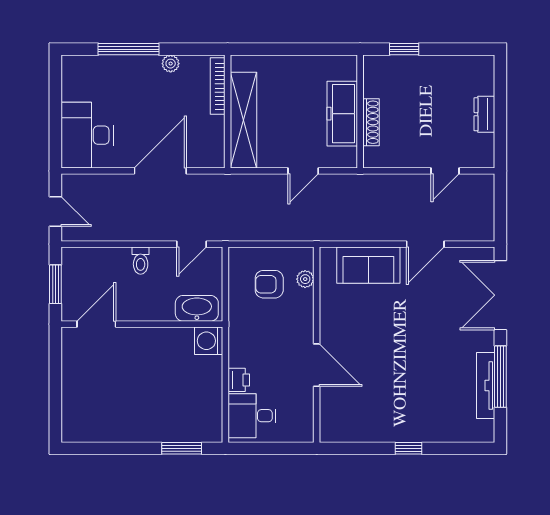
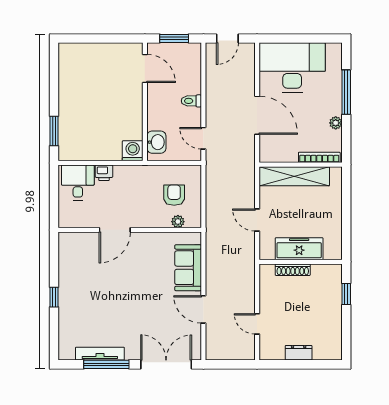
desk: (87, 135) -> (292, 67), width x1.36, depth x1.30
washbasin: (197, 308) -> (156, 142), width x0.72

